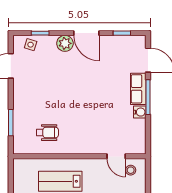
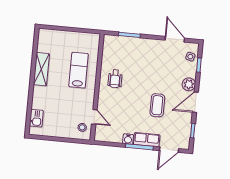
coffee table: (95, 80) -> (157, 105), added
wheelchair: (47, 133) -> (115, 79), moved
door: (116, 156) -> (94, 117), swing flipped

